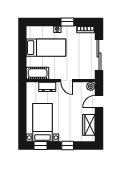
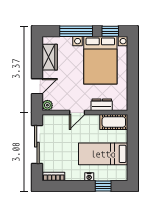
window: (67, 22) -> (103, 186), moved
door: (67, 81) -> (77, 112), swing flipped
bed with nightstands: (43, 122) -> (100, 60), width x1.36
window: (68, 145) -> (76, 31), width x2.17

